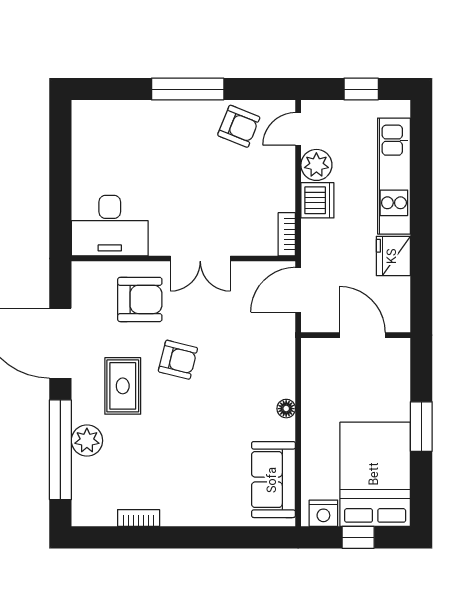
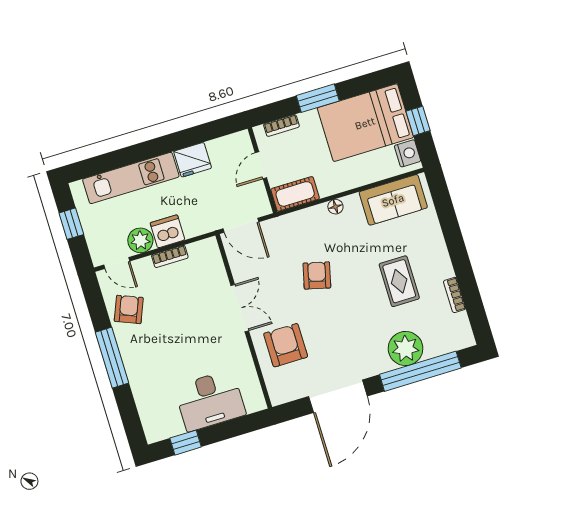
window: (60, 146) -> (186, 443), added
desk: (110, 226) -> (210, 400), moved, turned 90
bookcase: (287, 234) -> (170, 256), moved
door: (362, 335) -> (261, 165), width x0.73
armchair: (178, 360) -> (317, 275), moved
cot: (316, 365) -> (295, 194), added
bookcase: (402, 374) -> (281, 126), added
rug: (123, 386) -> (399, 281), moved, turned 90
plant: (87, 441) -> (406, 348), width x1.36, depth x1.36

